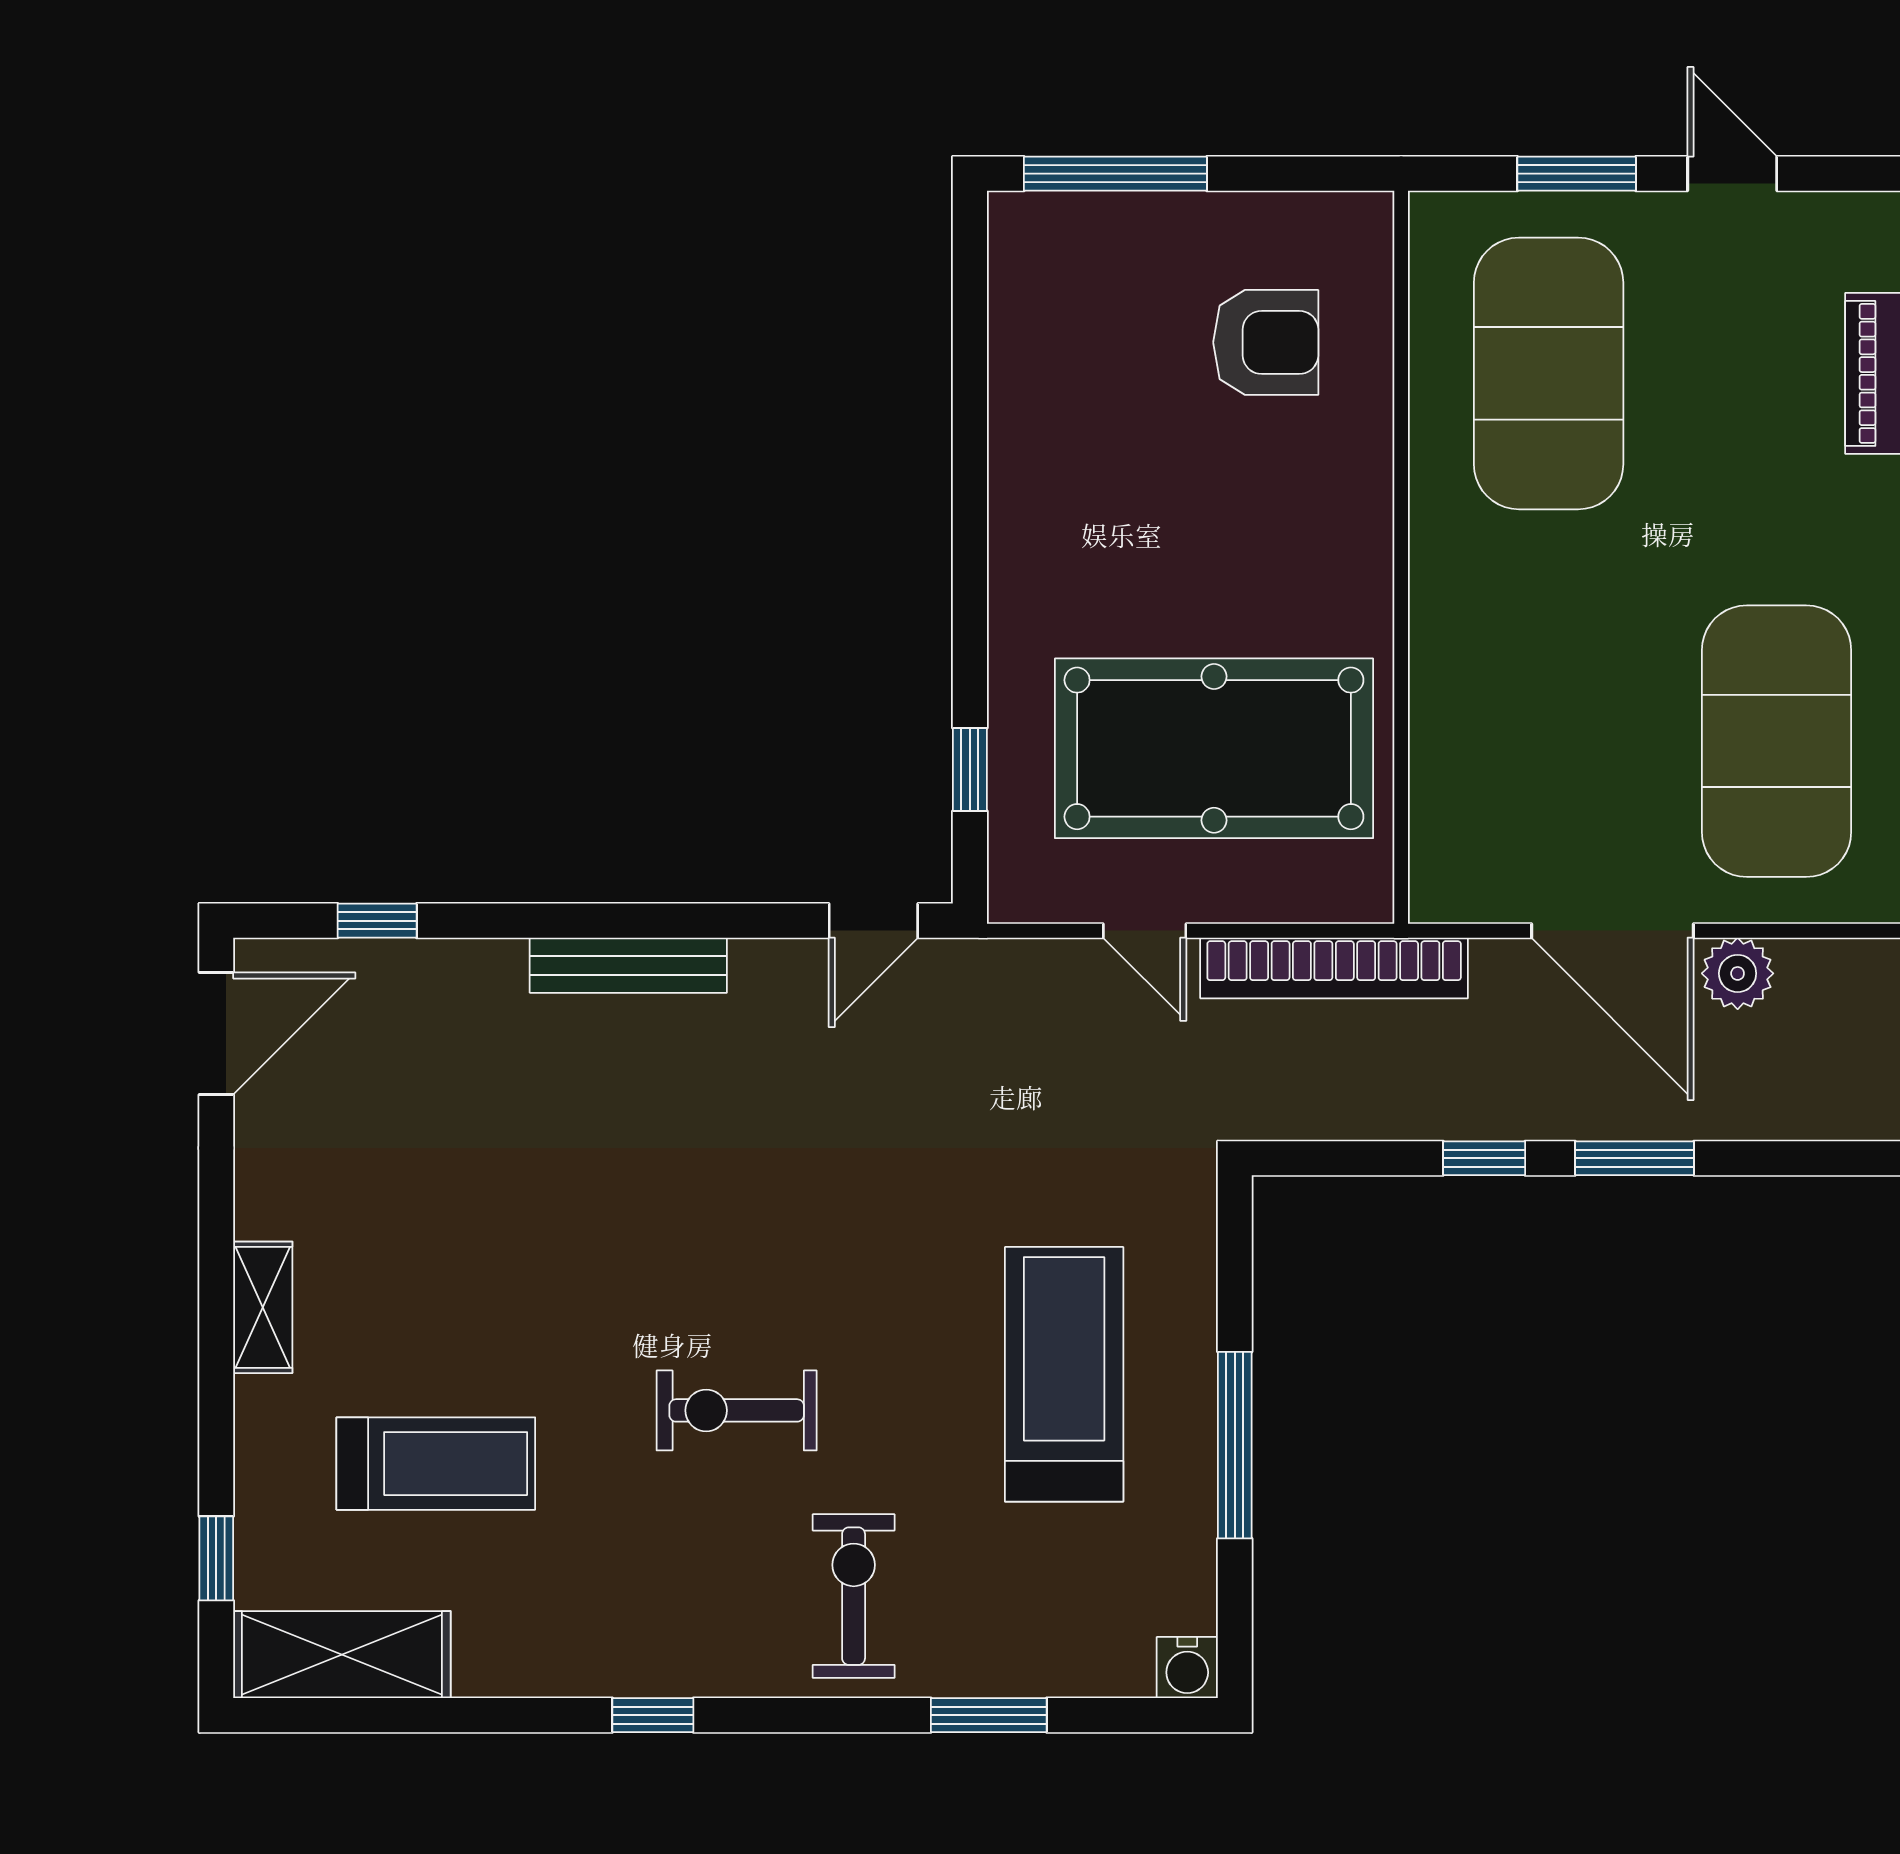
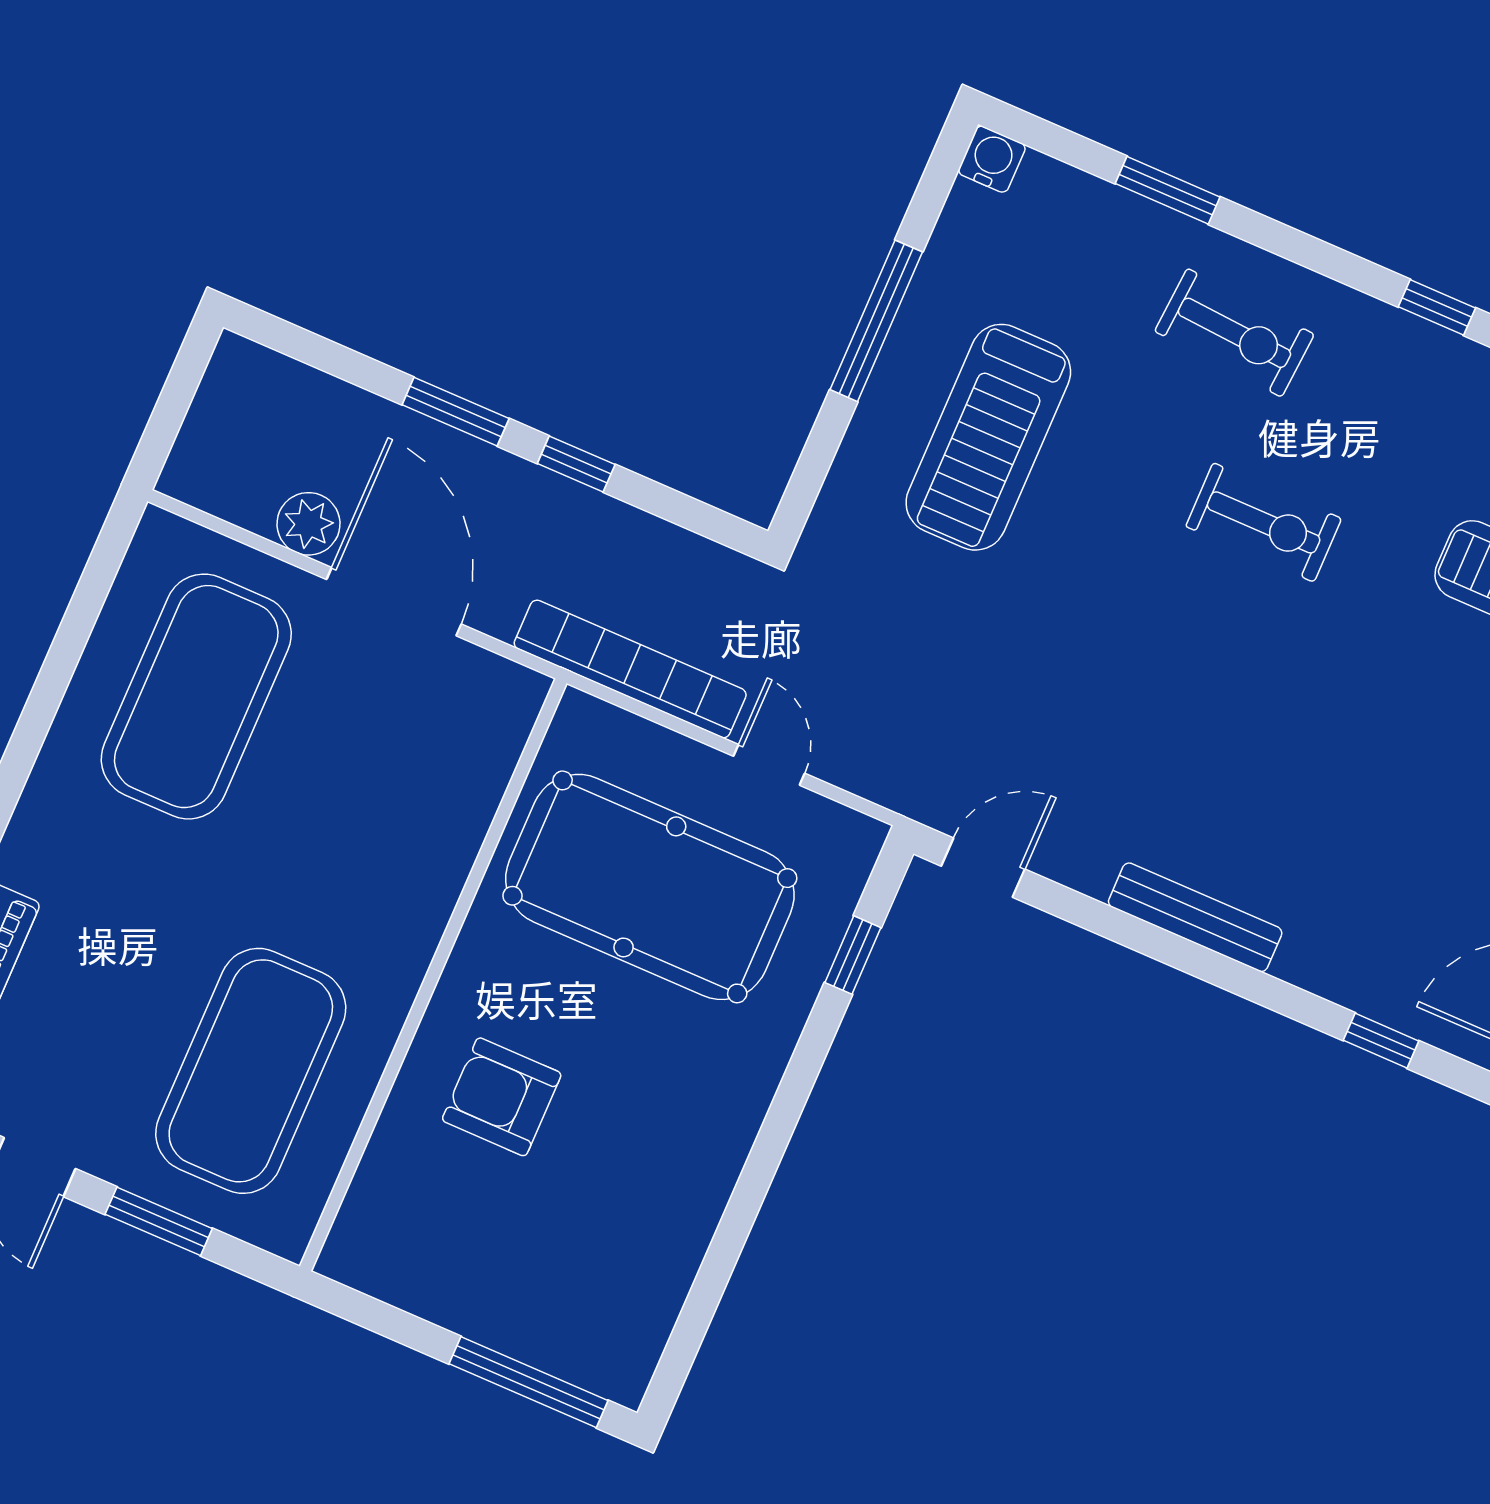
armchair: (1266, 342) -> (502, 1097), moved
exercise bike: (854, 1596) -> (1234, 333), turned -86

